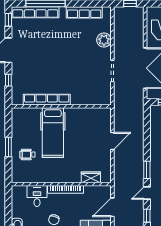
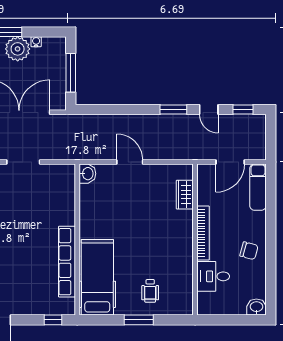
window: (8, 80) -> (53, 320), moved
washbasin: (105, 113) -> (87, 174), added
hospital bed: (53, 133) -> (97, 277), moved, turned -90
door: (112, 207) -> (230, 162), hinge flipped

